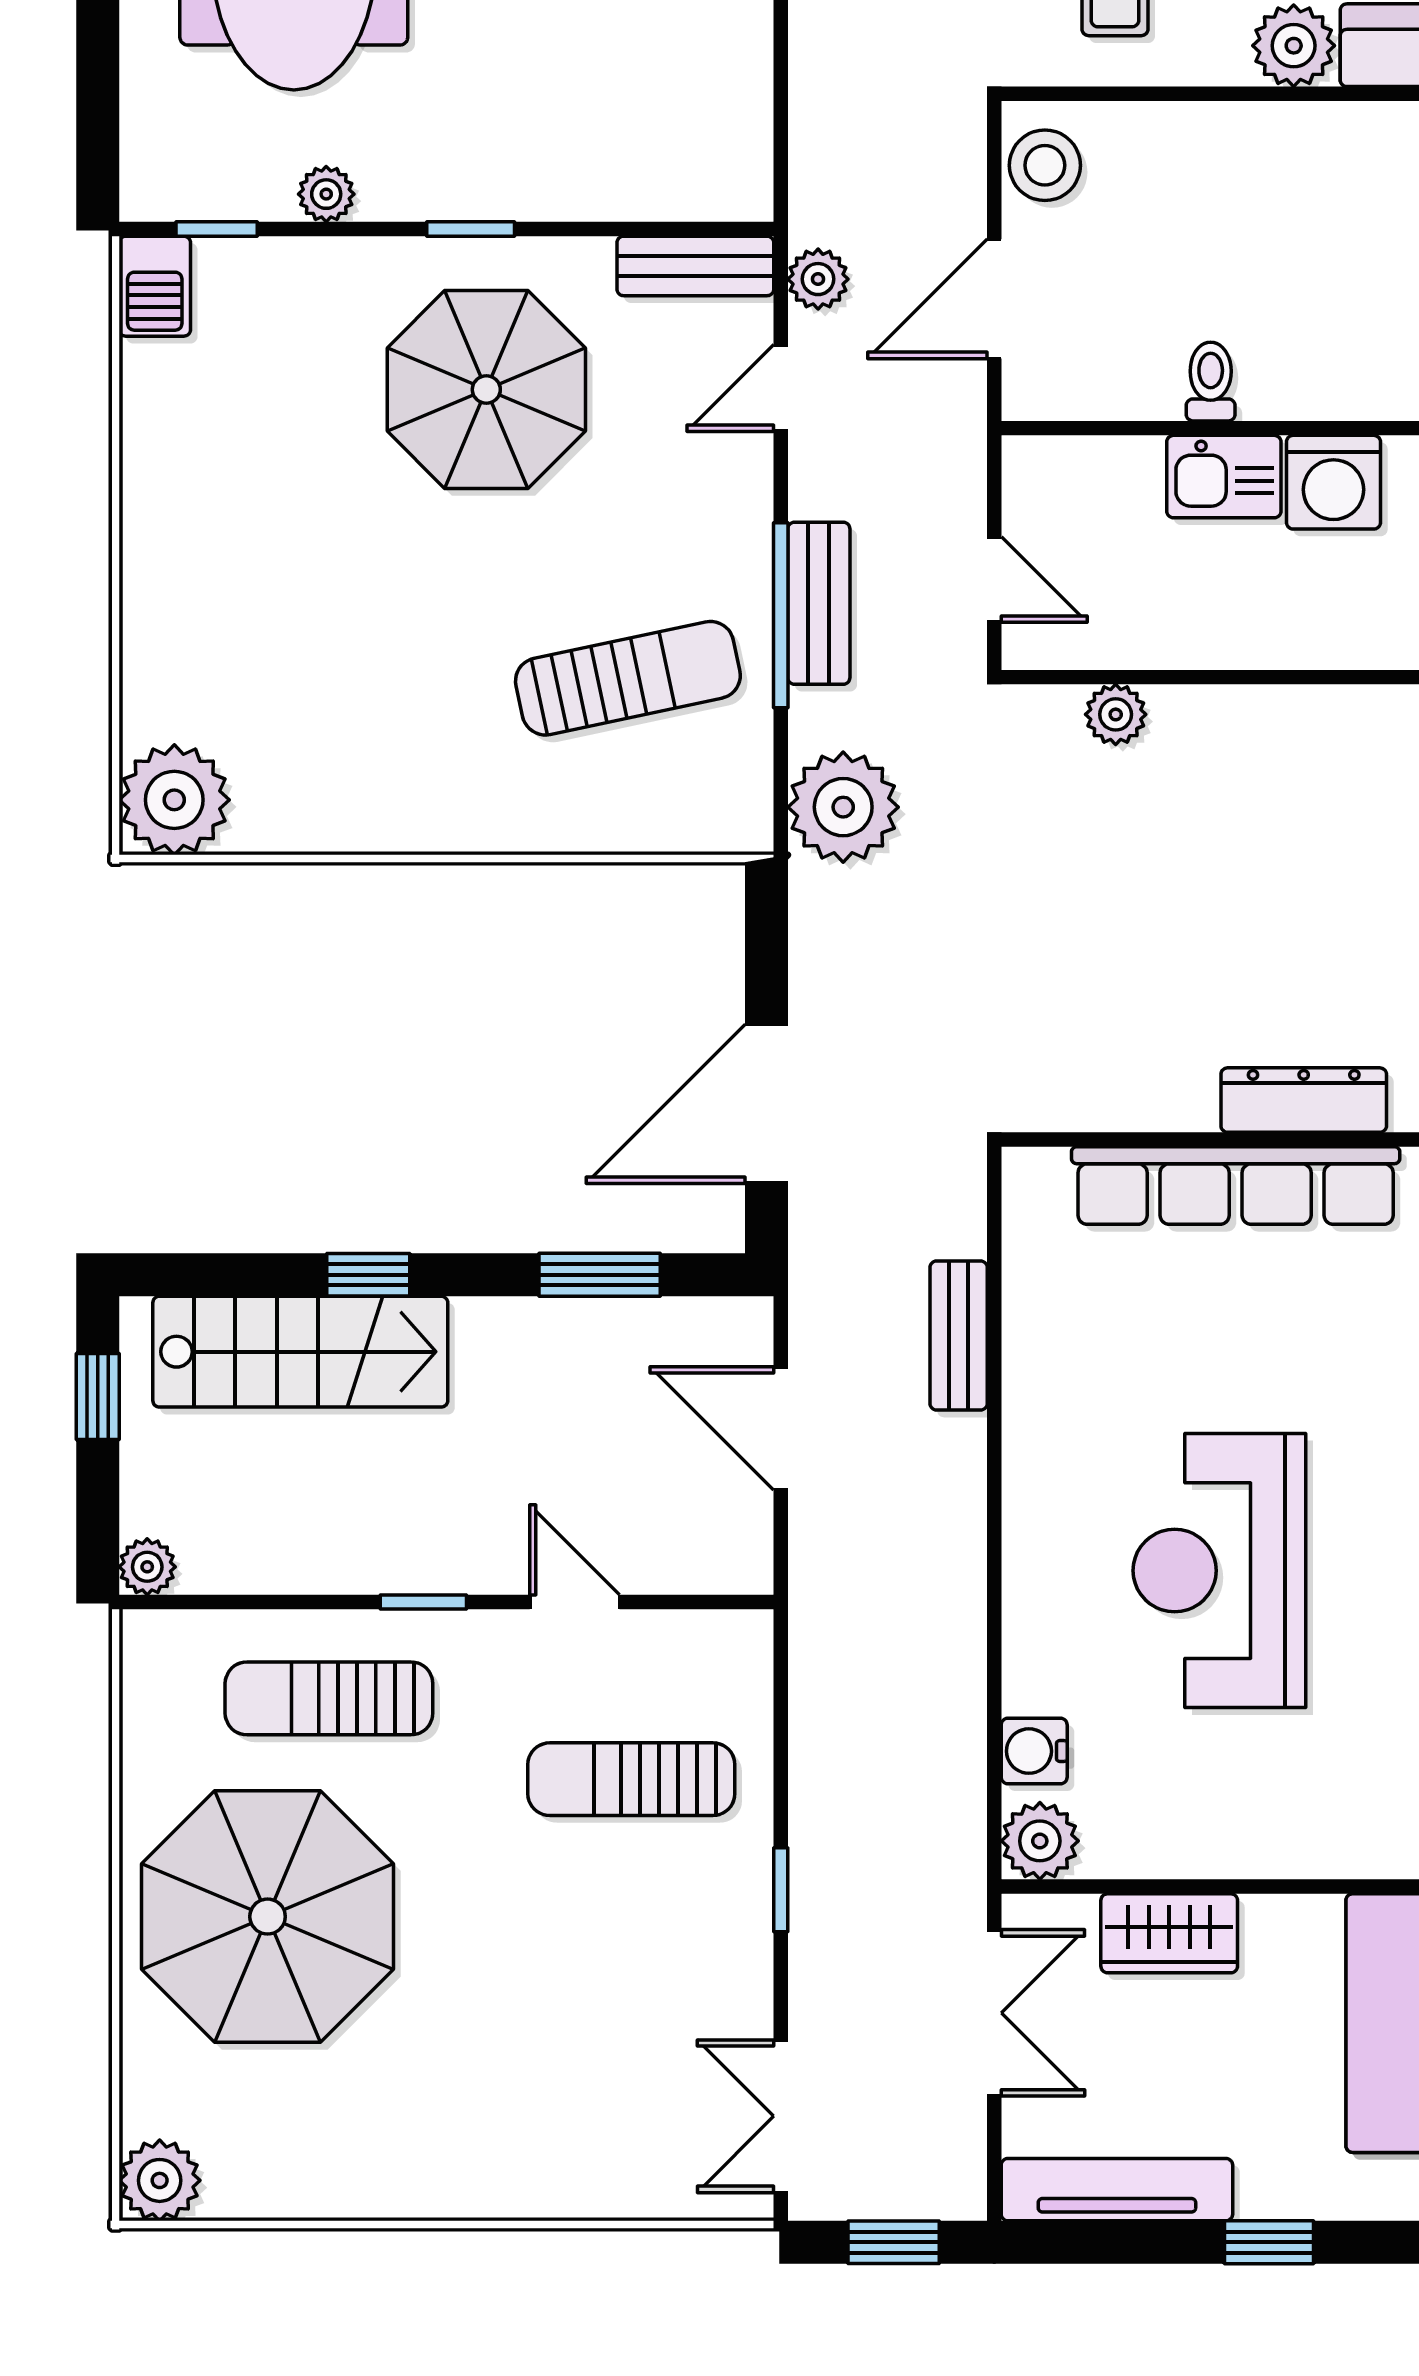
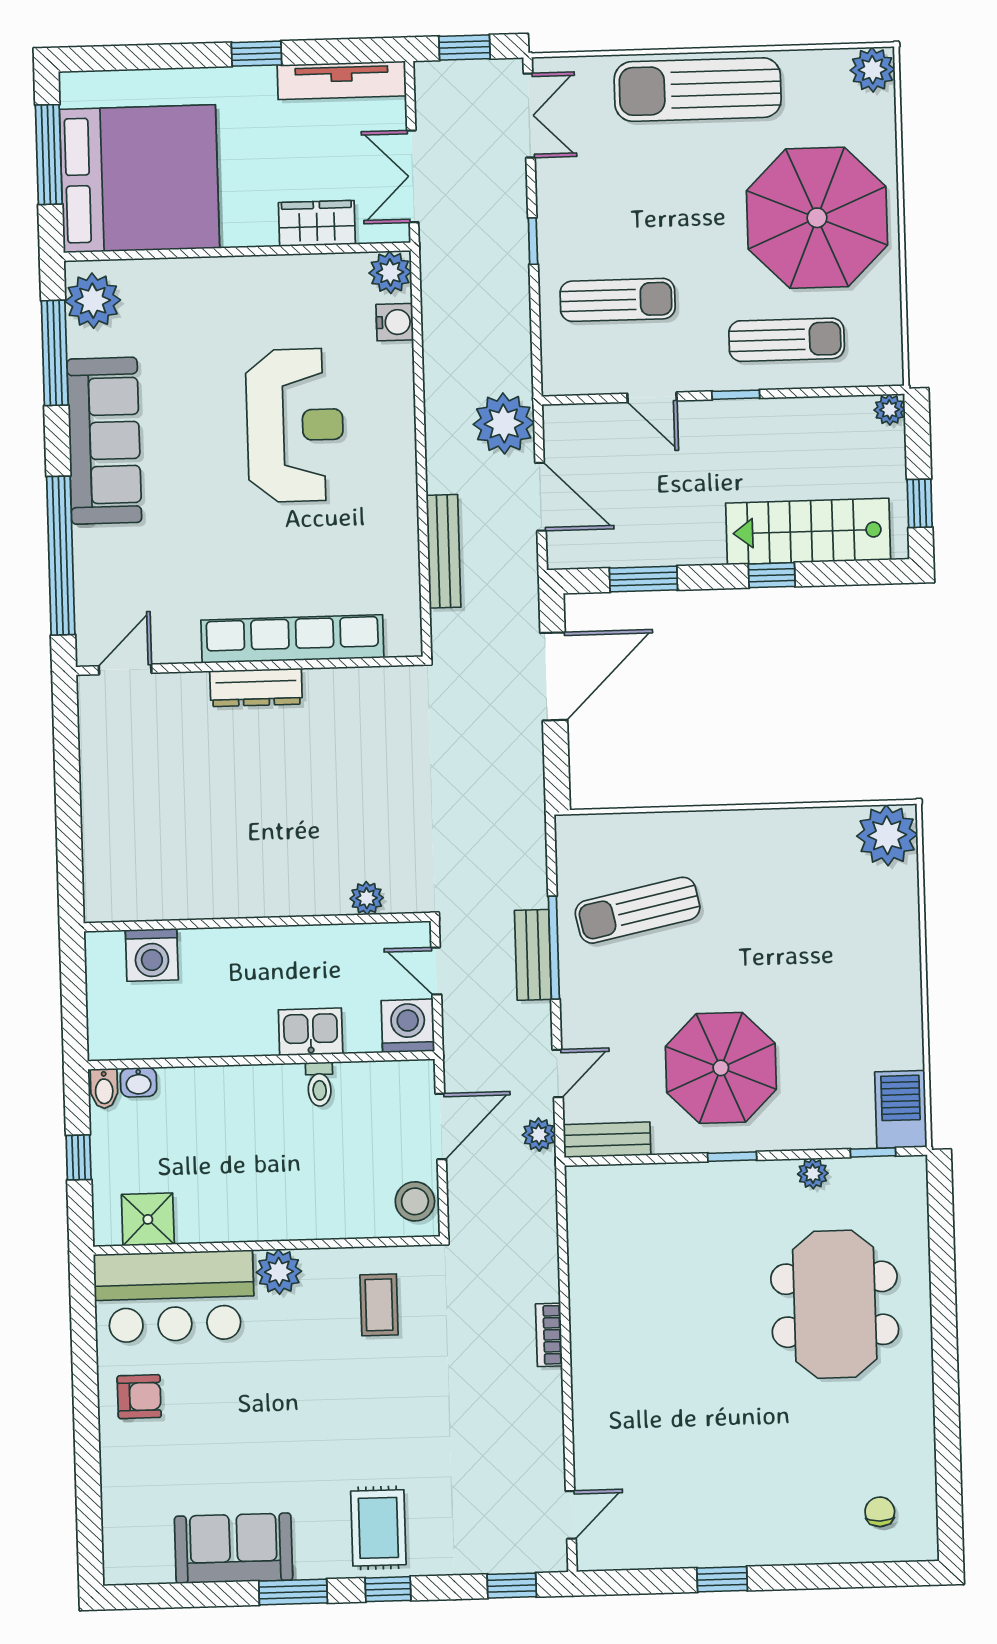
barbecue: (155, 286) -> (901, 1109), width x1.38, depth x1.27
washing machine: (1333, 482) -> (408, 1026), moved
plant: (843, 807) -> (504, 423), moved
bench: (959, 1335) -> (443, 551), width x1.36
sun lounger: (476, 2154) -> (698, 90), added

